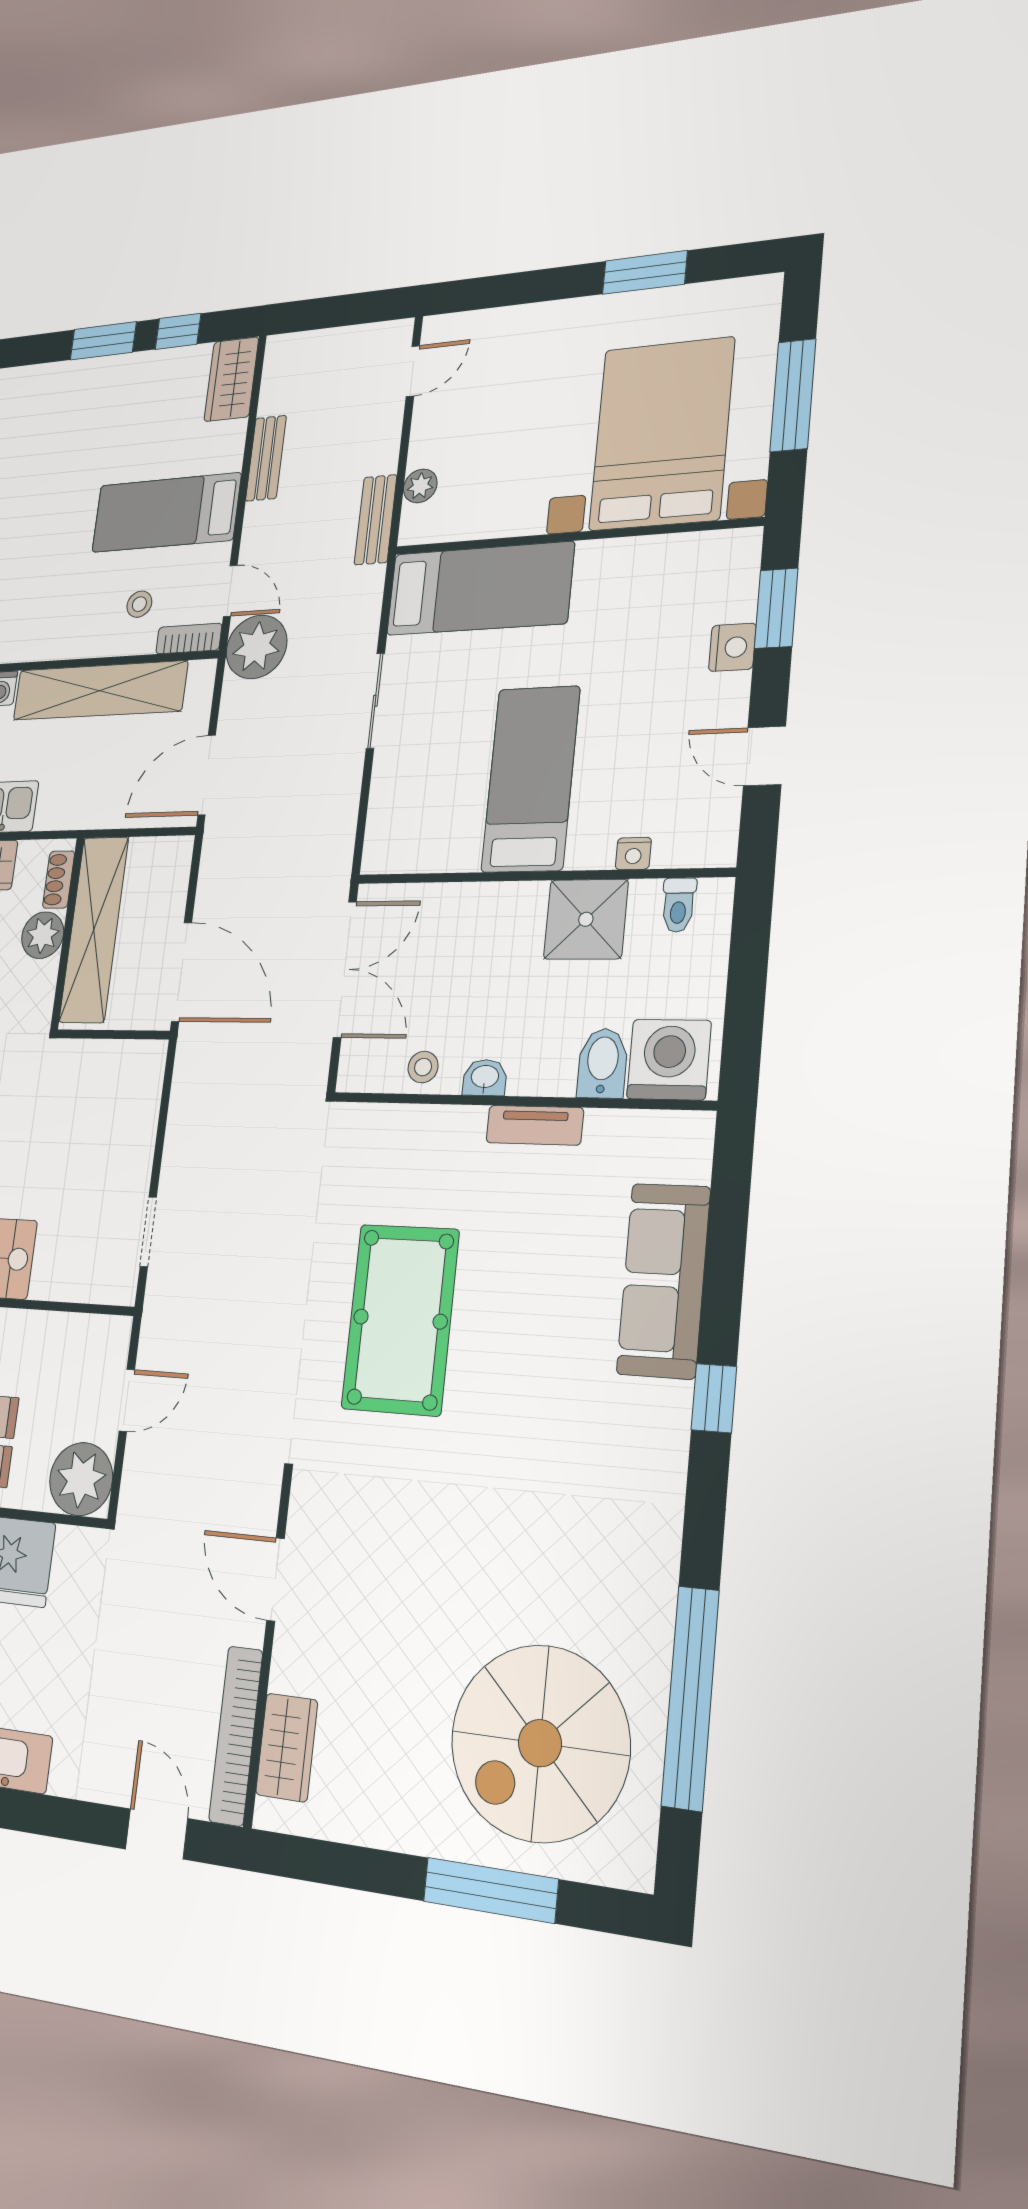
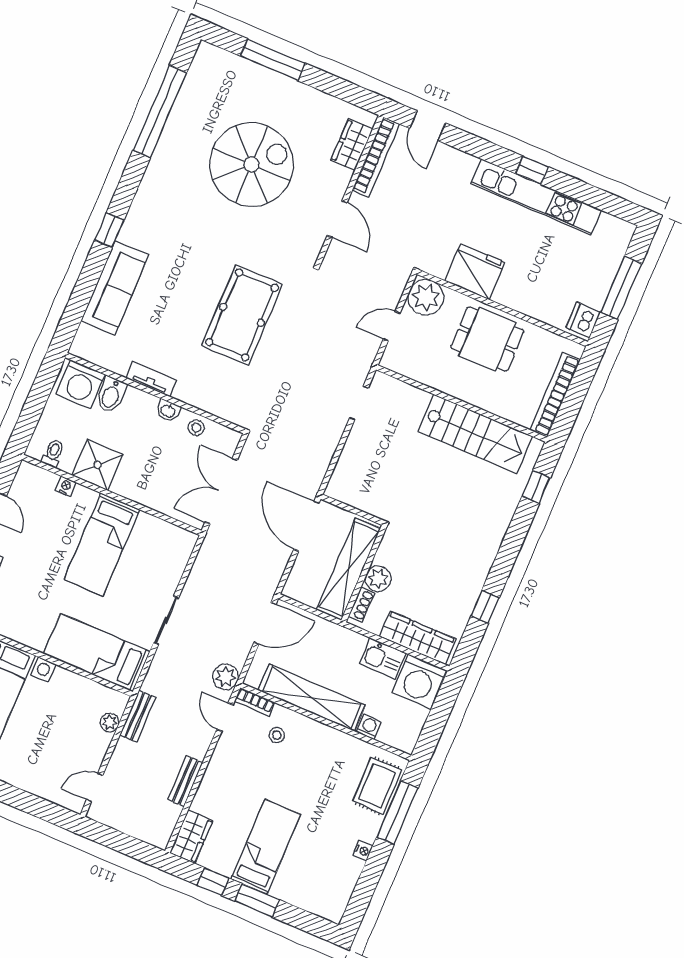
bed: (166, 513) -> (266, 847), moved, turned -90
plant: (256, 647) -> (226, 677), width x0.73, depth x0.73
spiral stairs: (540, 1743) -> (251, 164), moved

